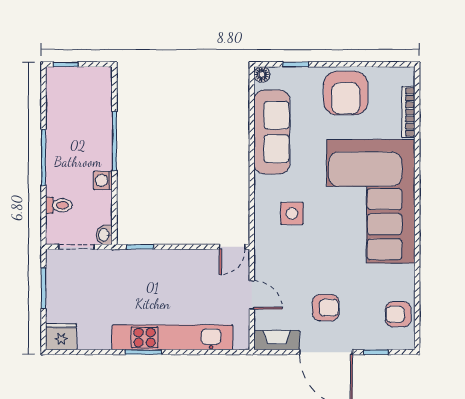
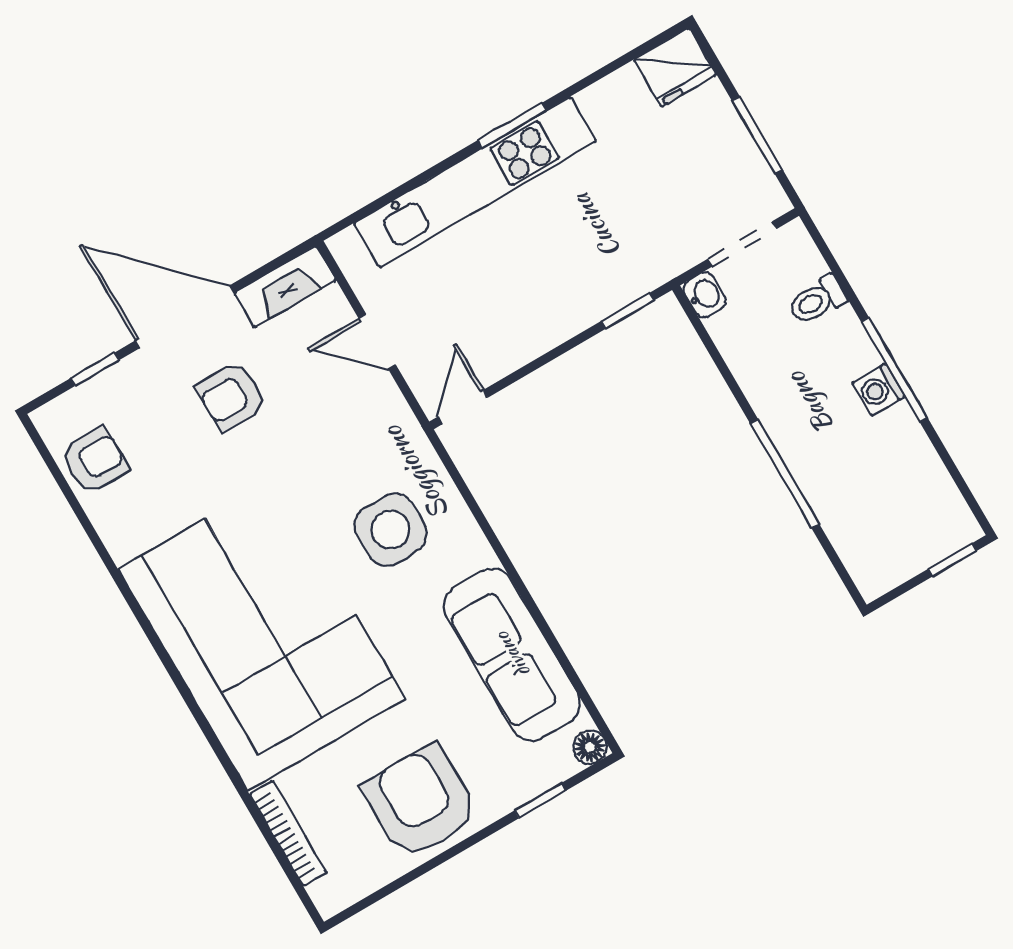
washing machine: (103, 180) -> (878, 390), moved, turned 180
side table: (292, 213) -> (391, 530), width x1.37, depth x1.37

